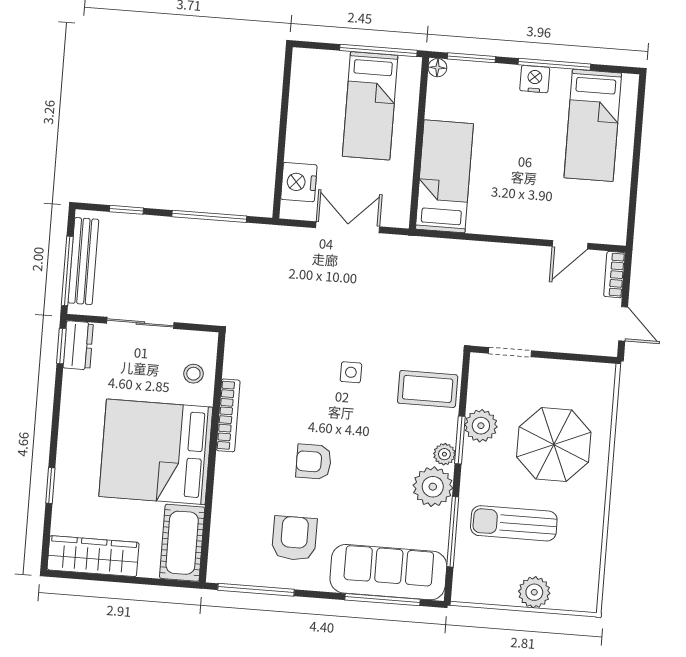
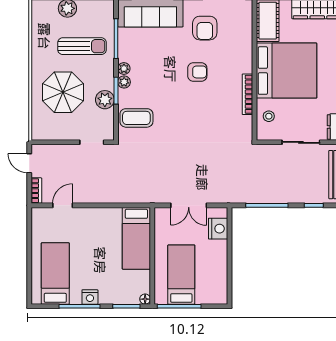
side table: (351, 372) -> (180, 124), removed
plant: (433, 487) -> (124, 68), width x0.53, depth x0.53

